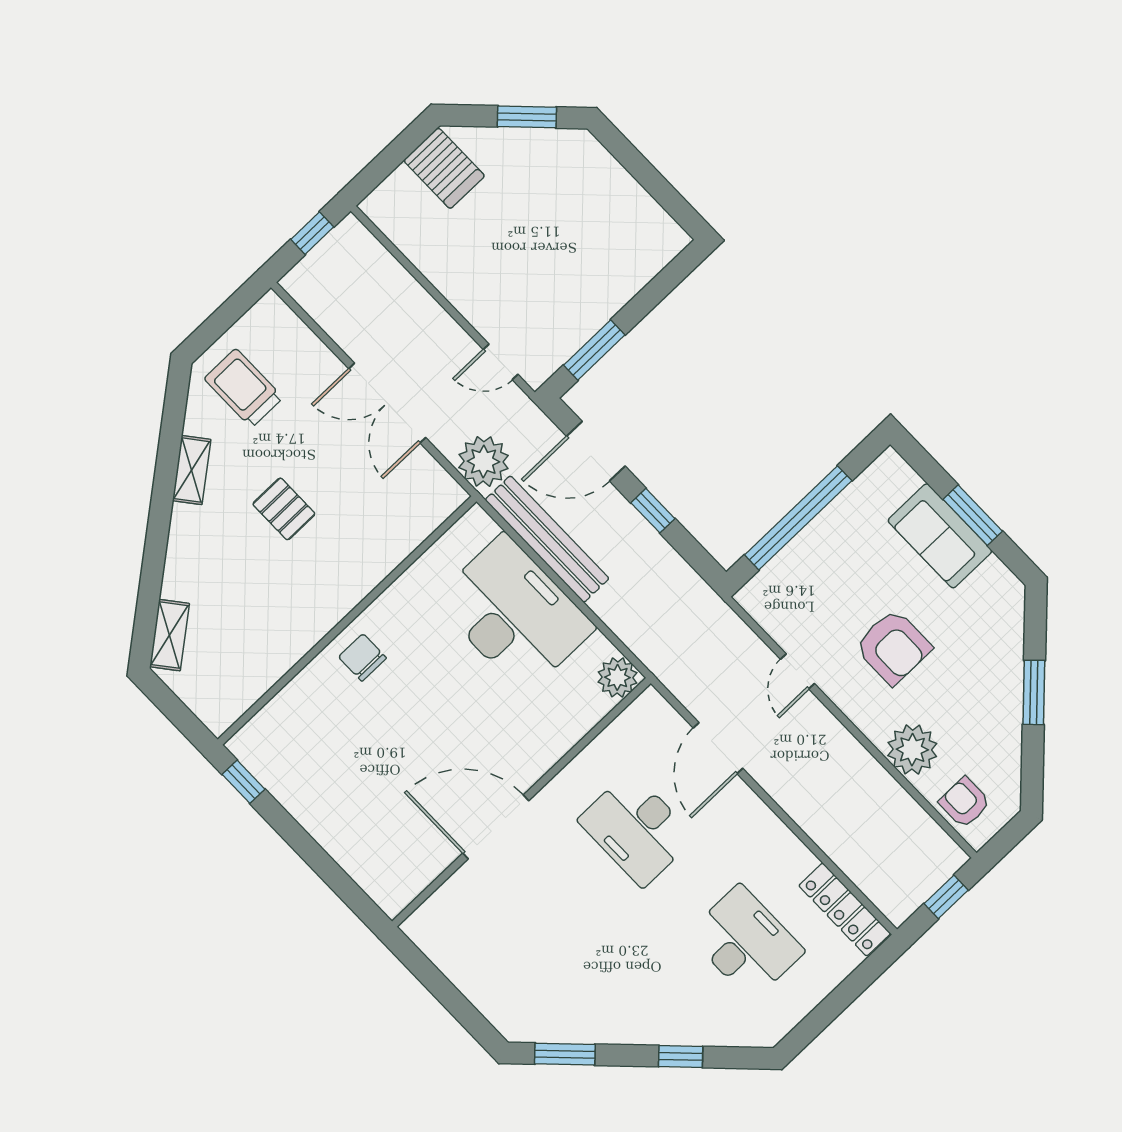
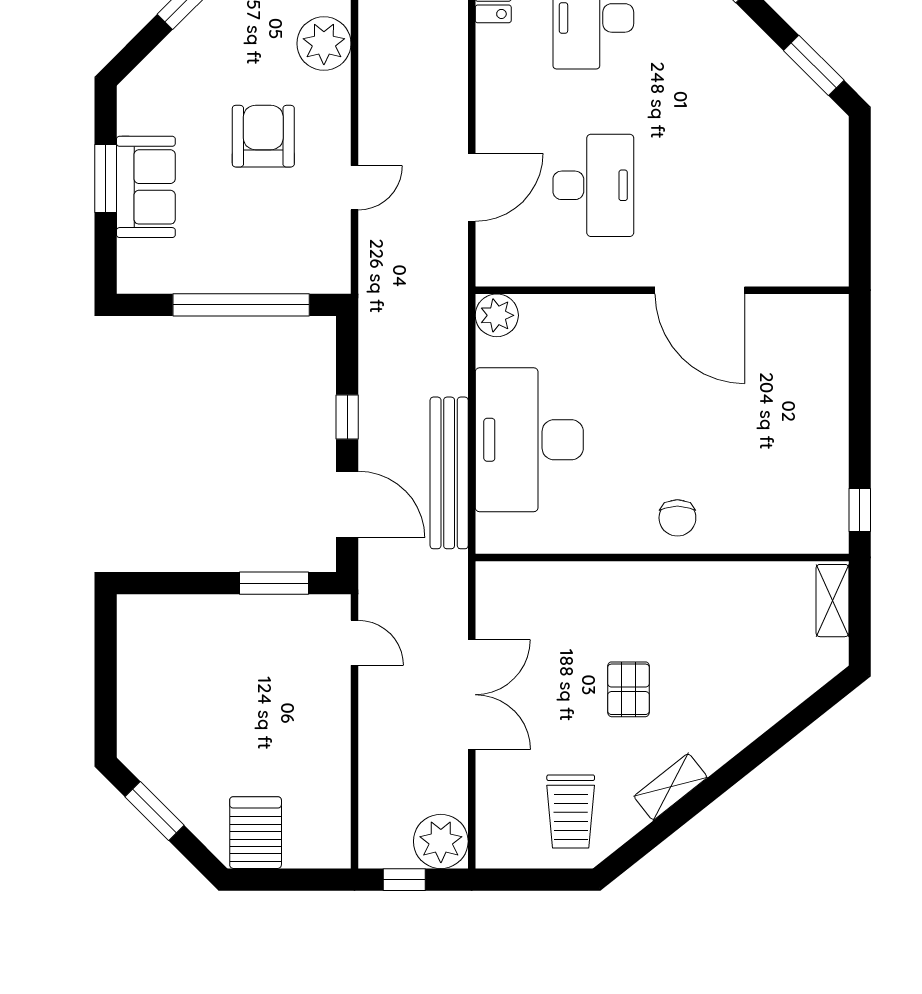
plant: (484, 461) -> (441, 841), moved
shelving: (170, 635) -> (832, 601), moved, turned -52

